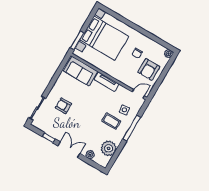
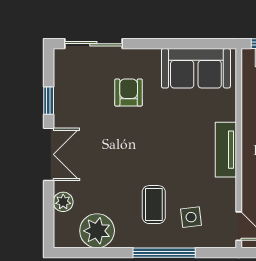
sofa: (80, 71) -> (196, 68), moved, turned -90

